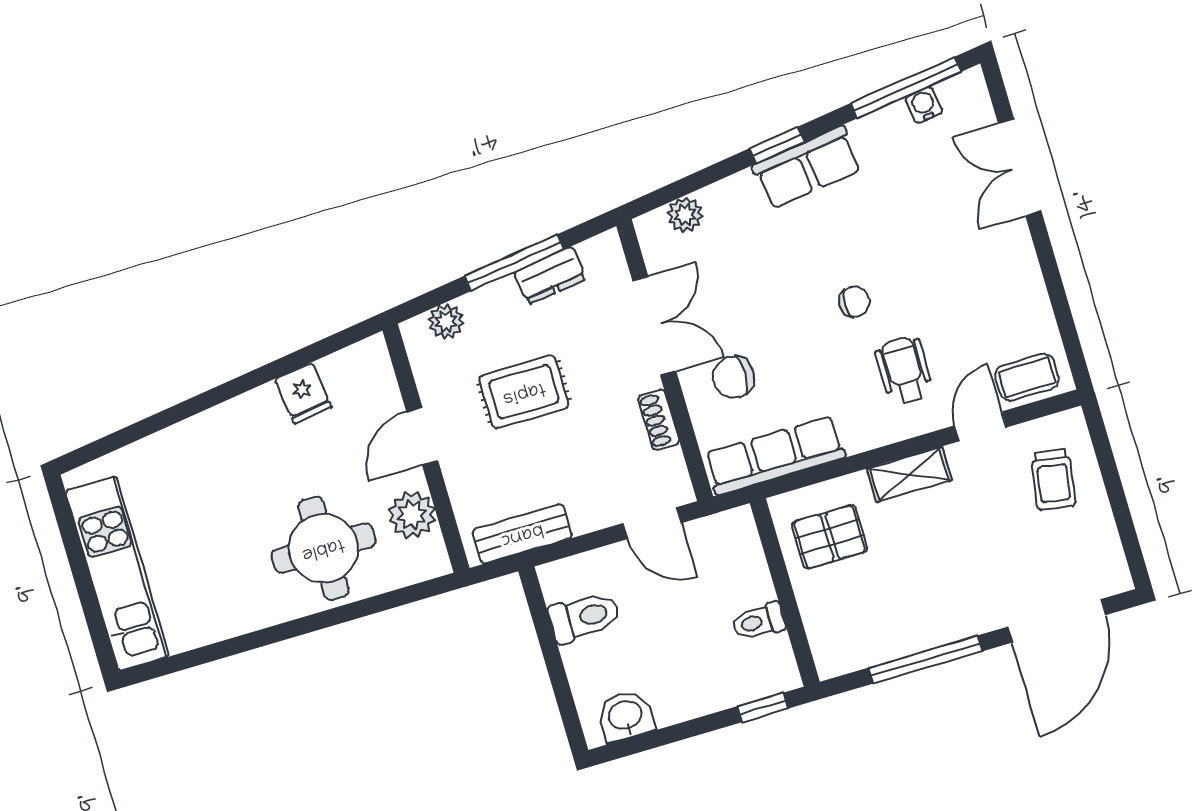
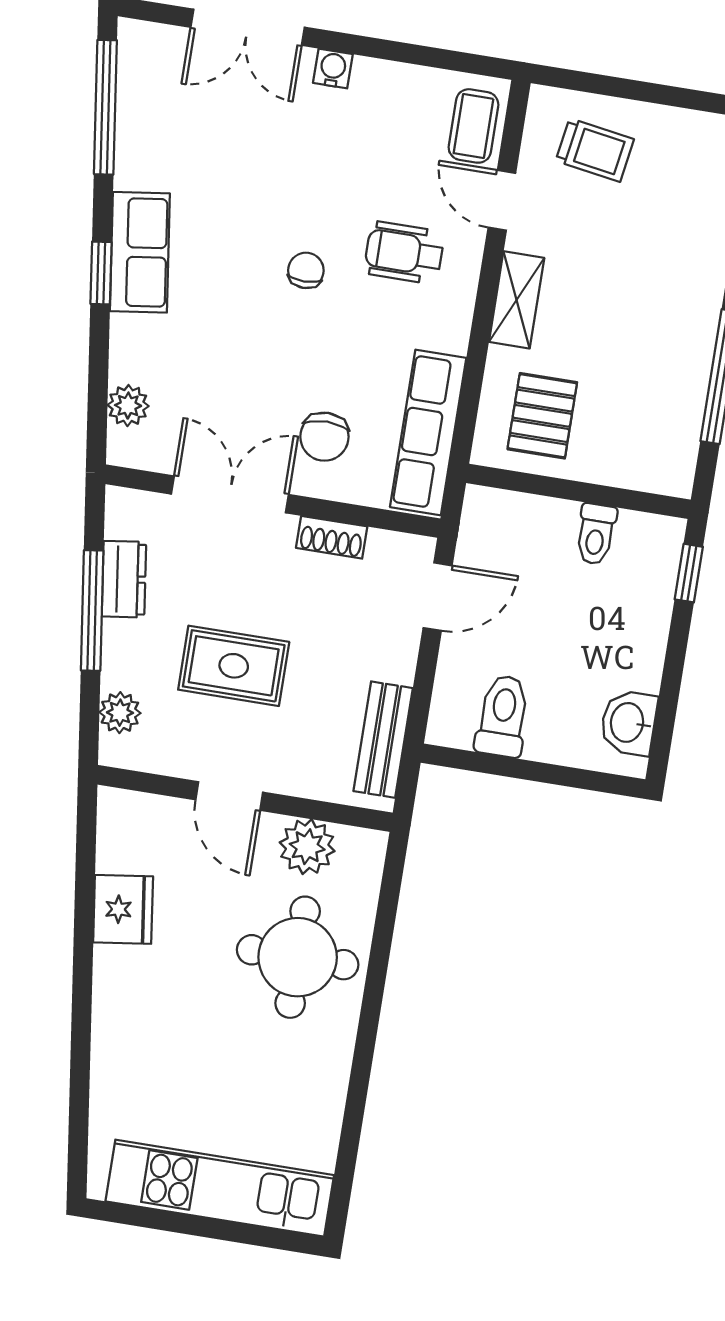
water cooler: (924, 105) -> (333, 69), moved, turned 98
rug: (524, 392) -> (234, 666), turned 90
fridge: (303, 393) -> (123, 909), width x1.38

